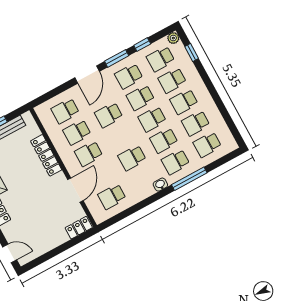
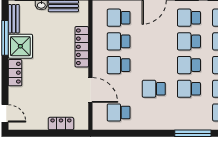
school desk: (109, 115) -> (154, 41), removed
school desk: (175, 162) -> (189, 113), removed
washbasin: (160, 185) -> (166, 125), removed
door: (75, 190) -> (90, 90), hinge flipped
locker: (79, 228) -> (61, 124), moved

